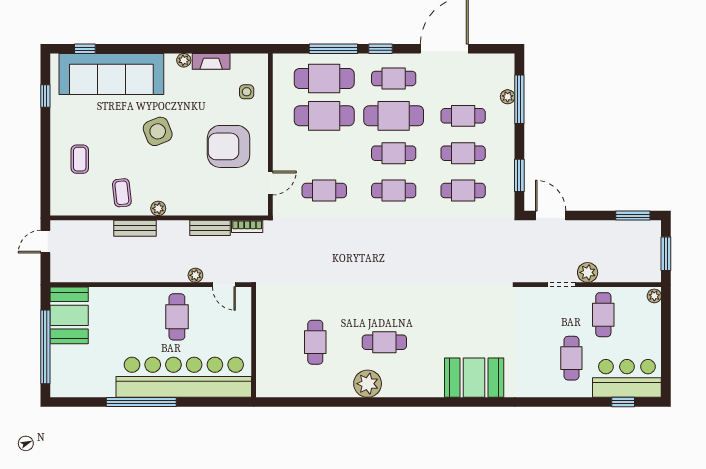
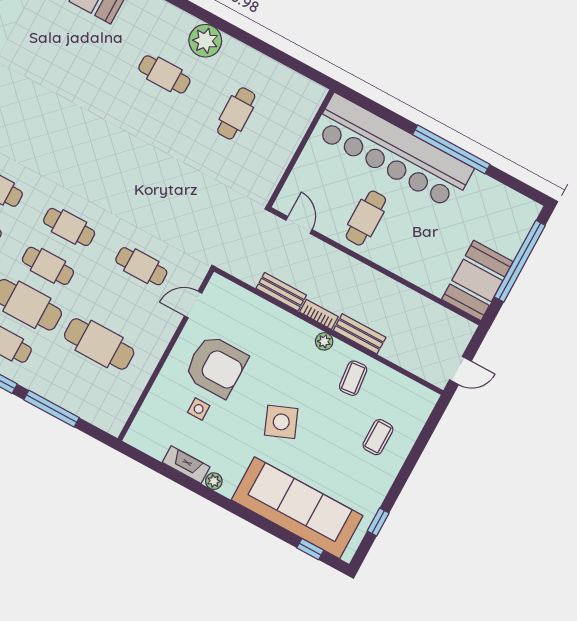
cafe table: (324, 78) -> (78, 383), removed
side table: (247, 92) -> (199, 409), moved
bookcase: (247, 226) -> (319, 314), moved
plant: (195, 275) -> (323, 251), removed

